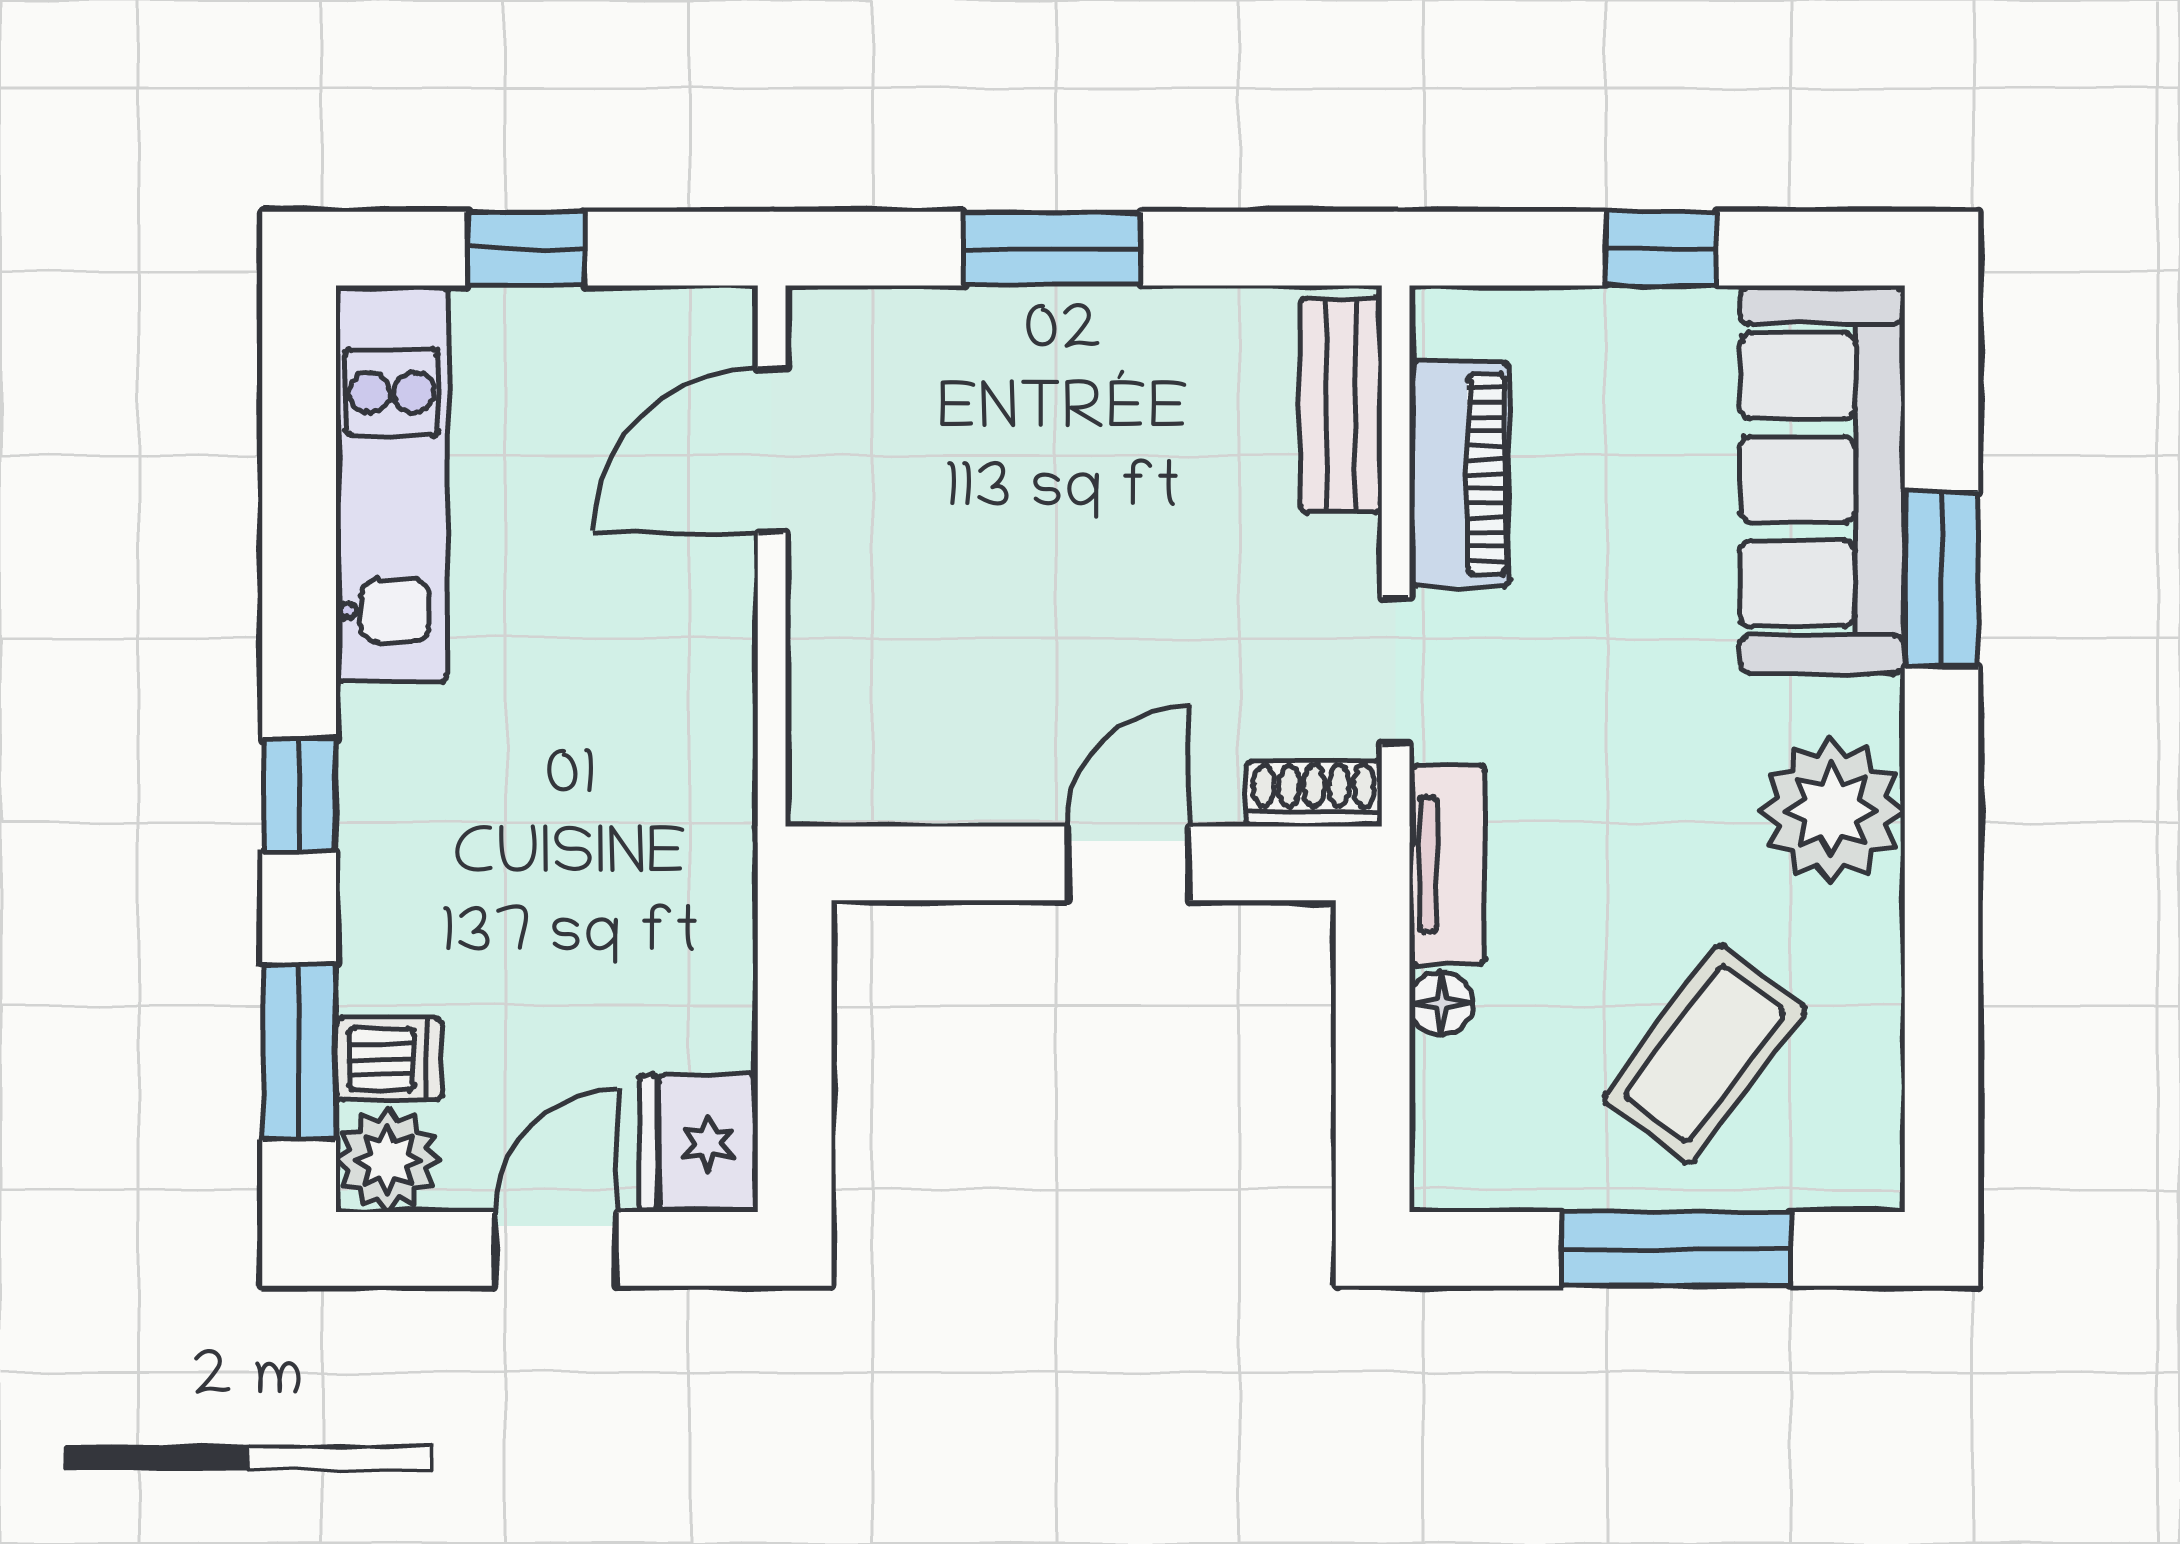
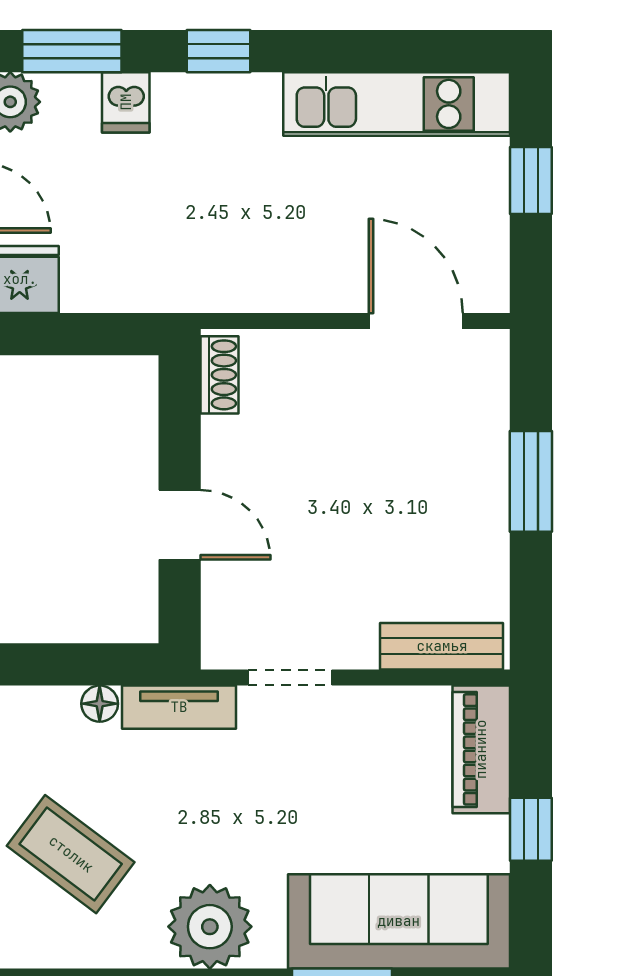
piano: (1459, 474) -> (481, 749), moved, turned 90
shoe rack: (1314, 794) -> (219, 375), moved
dishwasher: (389, 1059) -> (126, 102), moved

